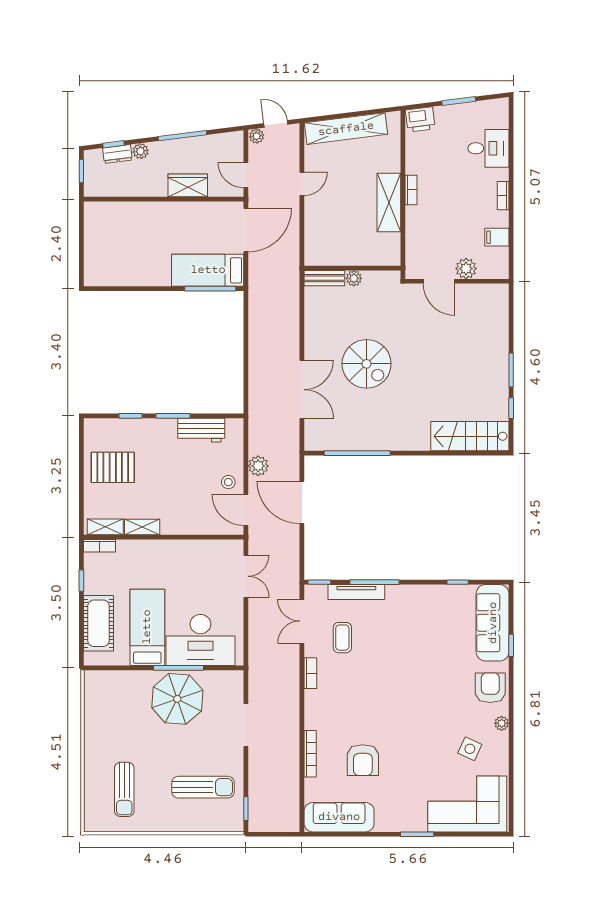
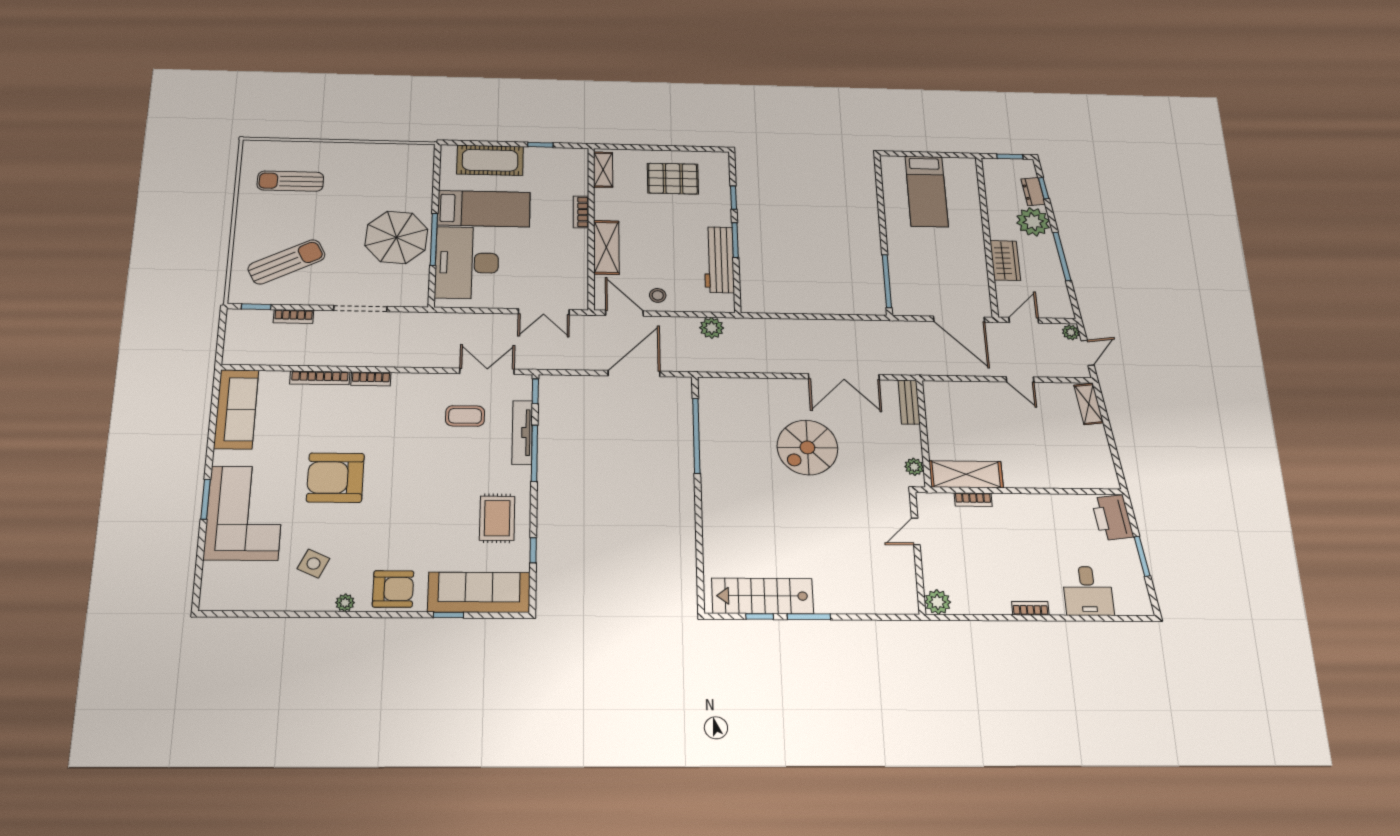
printer: (420, 119) -> (1112, 518), width x1.37, depth x1.19
shelving: (346, 129) -> (1089, 404), width x0.45, depth x0.75
plant: (141, 151) -> (1033, 222), width x1.88, depth x1.88
bookcase: (411, 190) -> (973, 500), moved
shelving: (389, 203) -> (966, 474), moved
filing cabinet: (497, 237) -> (977, 600), removed
plant: (466, 269) -> (938, 602), moved
bed: (208, 270) -> (927, 191), moved, turned 180
plant: (354, 278) -> (914, 467), moved
door: (439, 281) -> (916, 531), width x0.73
double door: (302, 390) -> (844, 377), moved
workbench: (201, 430) -> (719, 260), width x1.38
stairs: (470, 436) -> (763, 596), moved, turned -90
plant: (258, 466) -> (712, 328), moved
pallet: (113, 467) -> (673, 179), turned 90
door: (246, 510) -> (624, 313), hinge flipped
shelving: (142, 527) -> (606, 247), moved, width x1.50, depth x1.33
bookcase: (100, 546) -> (581, 212), moved
rug: (431, 610) -> (497, 518), added
bookcase: (310, 673) -> (371, 379), moved
armchair: (363, 760) -> (335, 478), moved, width x1.36, depth x1.36
bookcase: (254, 778) -> (293, 316), added
sun lounger: (203, 787) -> (287, 262), turned -117
corner sofa: (467, 804) -> (244, 513), moved

